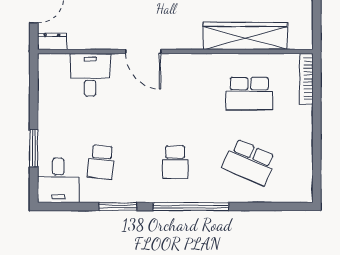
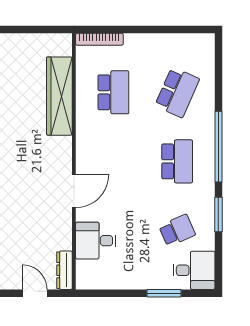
dresser: (52, 41) -> (65, 270), width x1.44
school desk: (101, 162) -> (177, 230), turned -30
school desk: (175, 162) -> (177, 161), width x1.85

